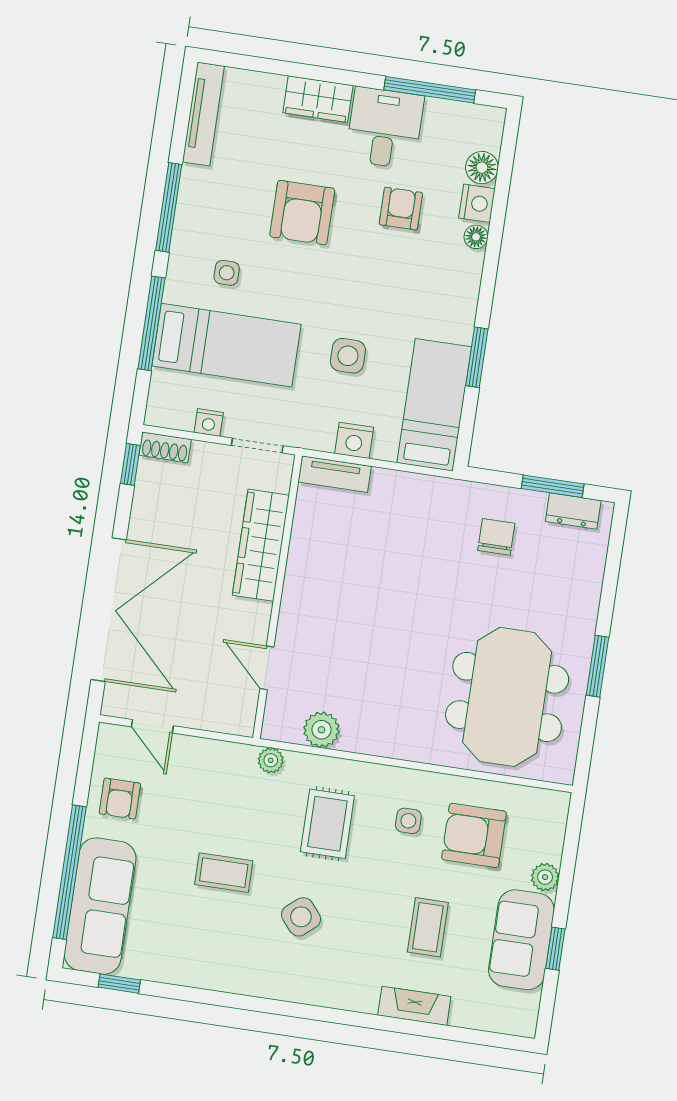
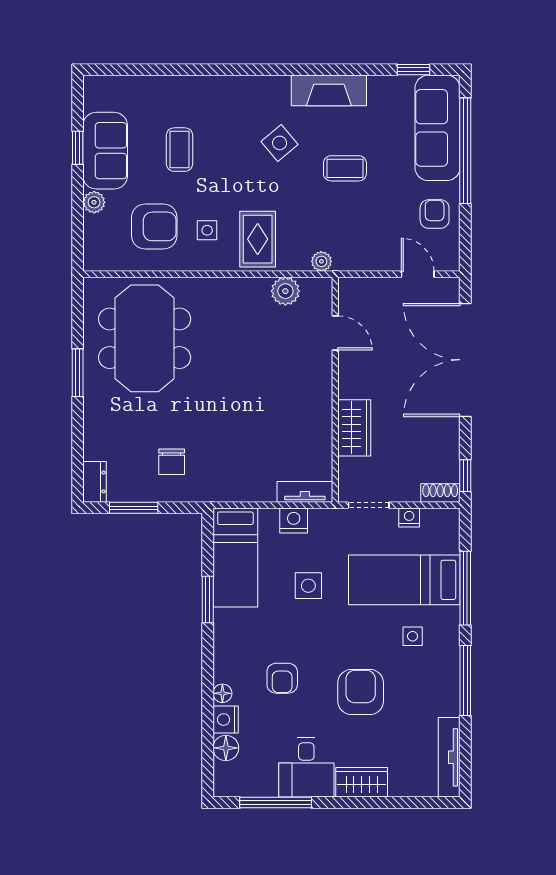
armchair: (401, 209) -> (282, 678), moved
dresser: (573, 511) -> (94, 482), moved, turned 90
wardrobe: (261, 545) -> (354, 428), width x0.67
rug: (327, 824) -> (258, 239), moved
fireplace: (414, 1006) -> (329, 90), moved, width x1.37, depth x1.32

